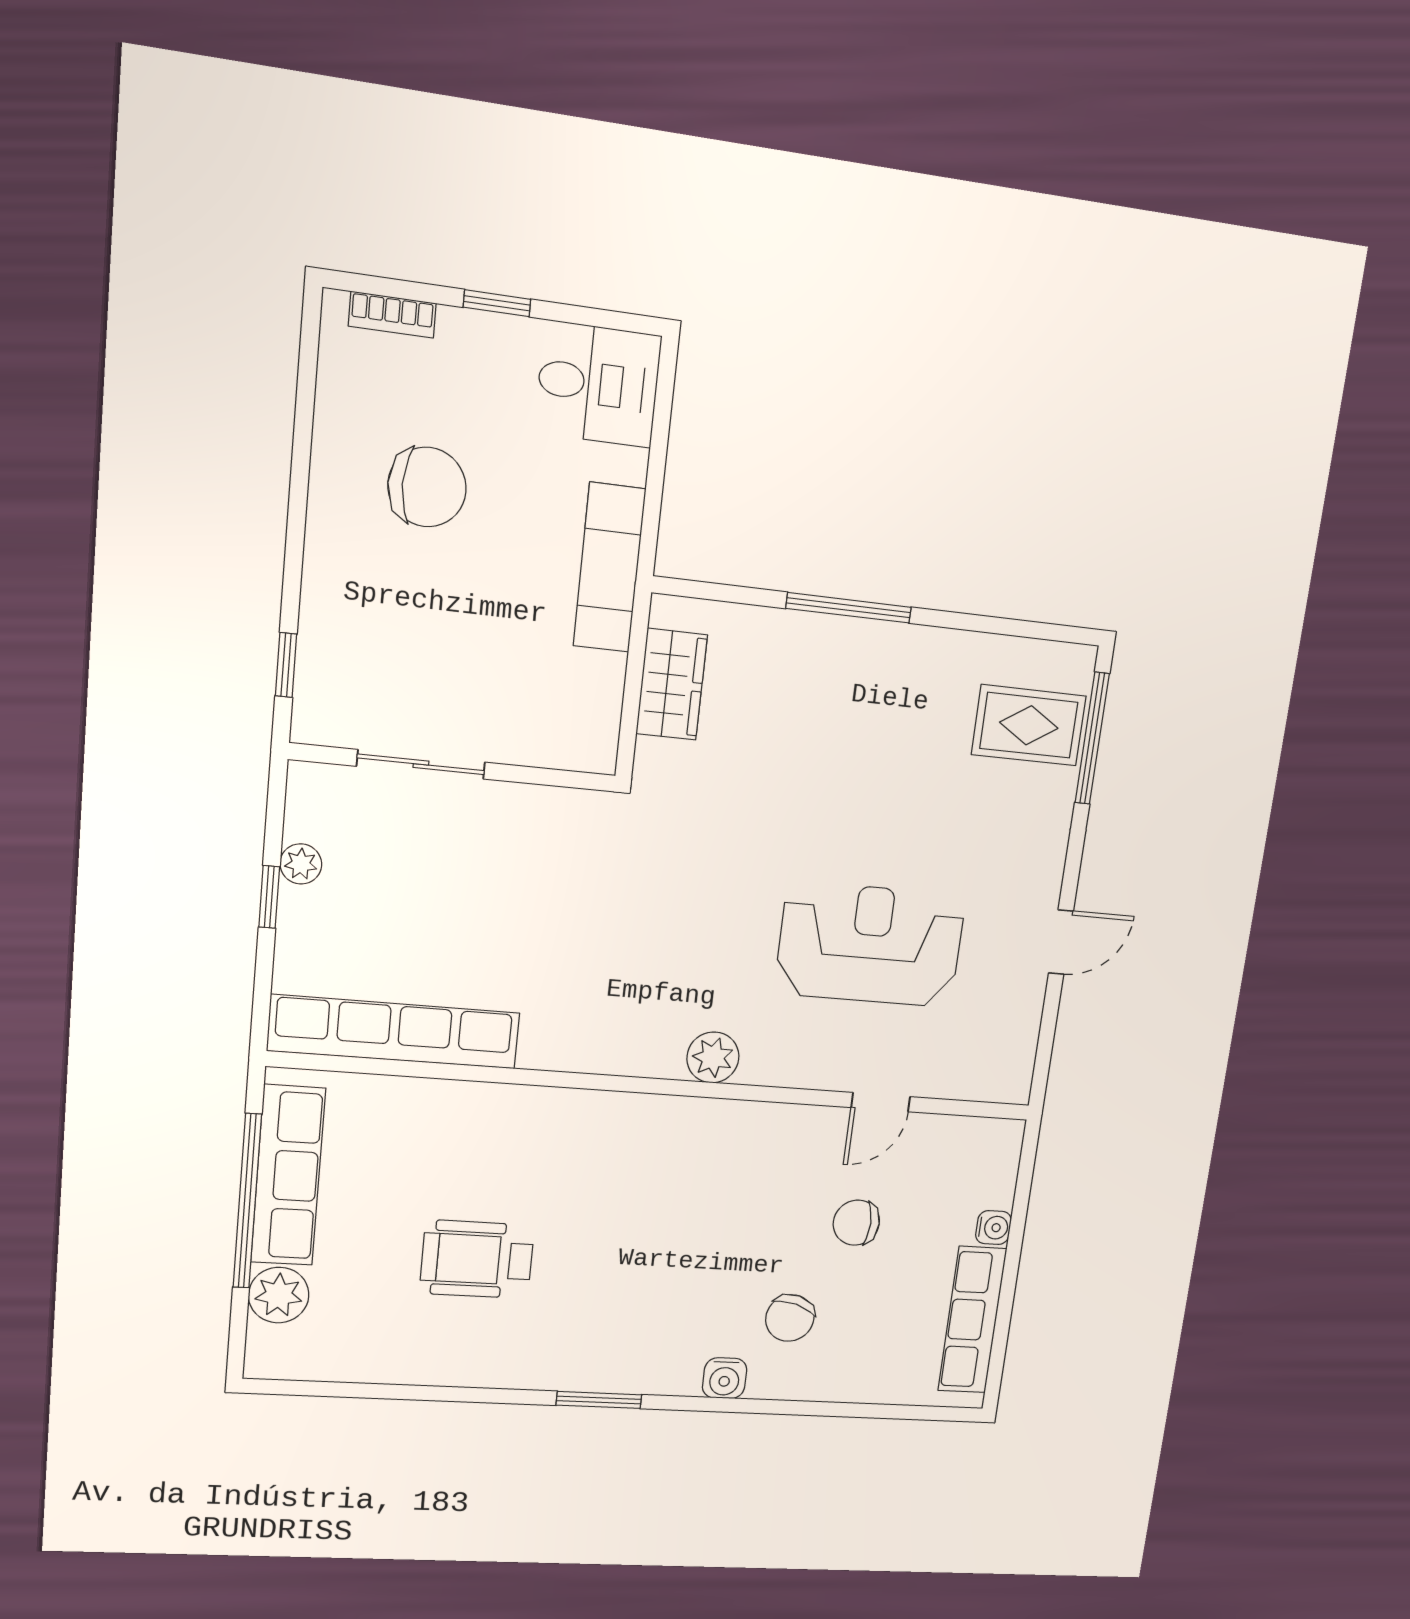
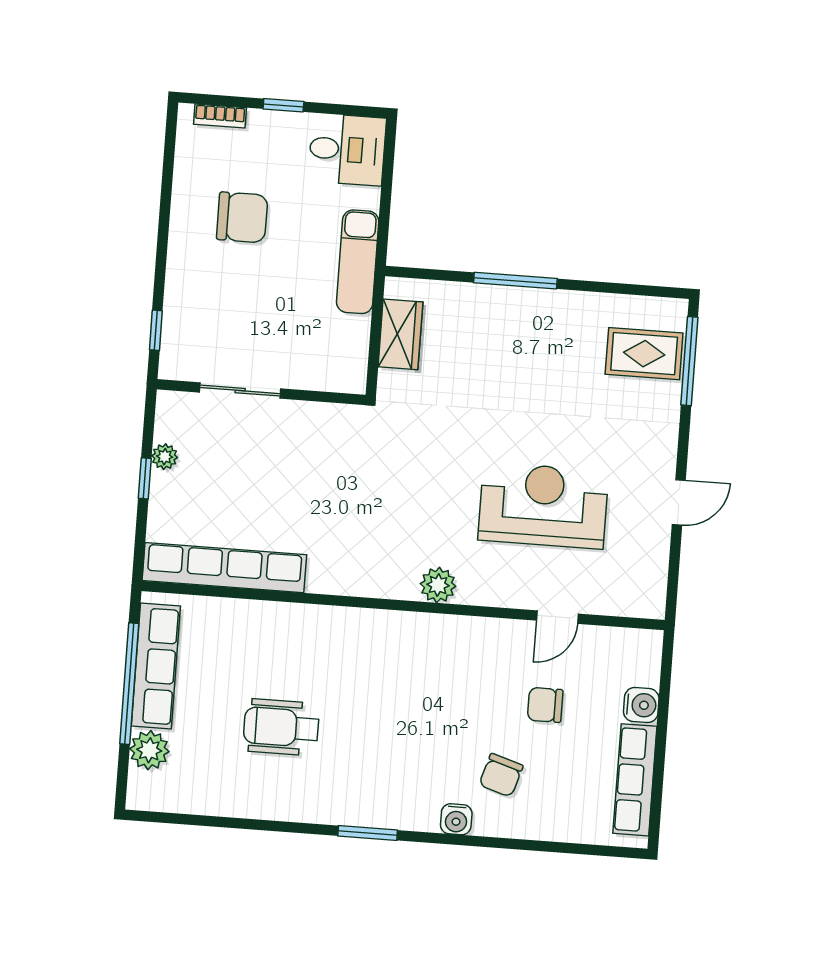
water cooler: (993, 1228) -> (641, 705), width x1.38, depth x1.38

